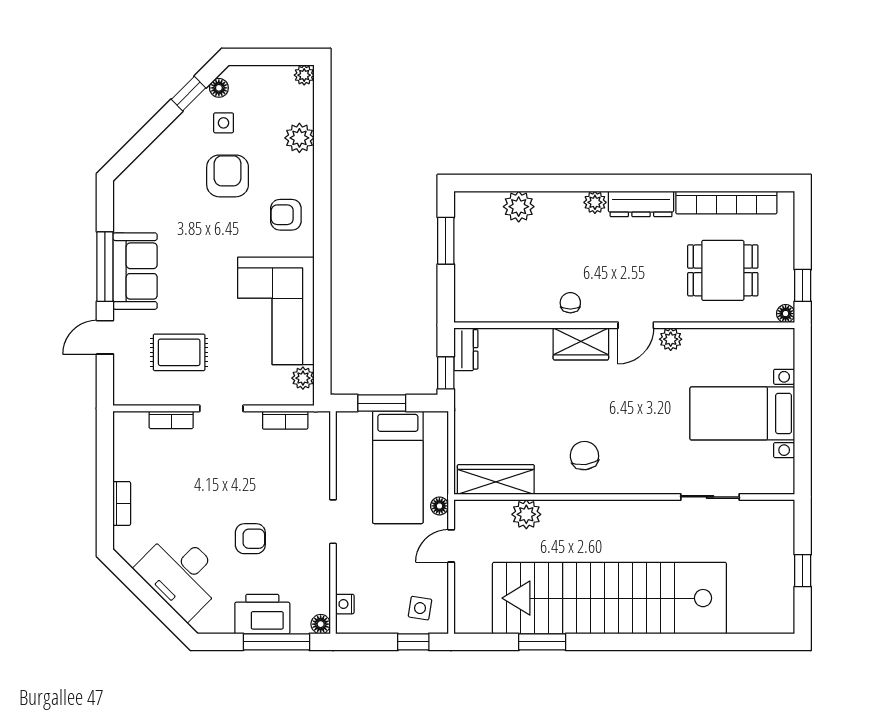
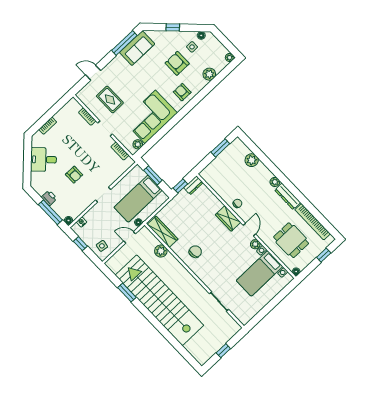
window: (188, 94) -> (173, 27), moved
armchair: (228, 176) -> (177, 63), turned -90
window: (105, 267) -> (124, 43), moved
sofa: (135, 271) -> (137, 48), moved
window: (803, 285) -> (324, 255), moved
door: (636, 325) -> (249, 230), swing flipped
bed with nightstands: (742, 413) -> (259, 273), moved, turned -90
desk: (181, 574) -> (43, 160), width x0.73
printer: (262, 614) -> (49, 198), width x0.53, depth x0.68
window: (413, 642) -> (80, 244), moved

